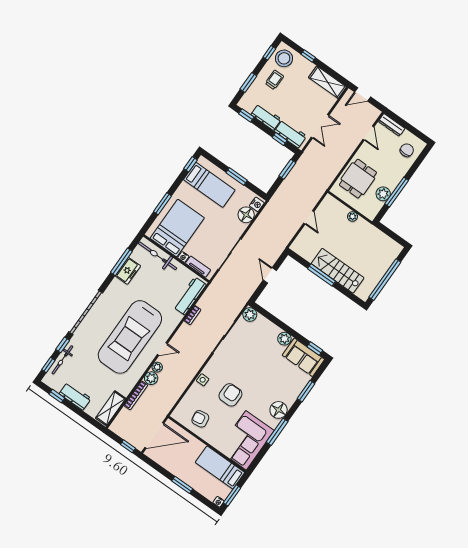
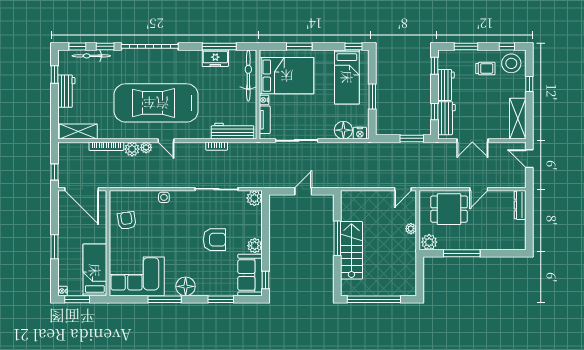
door: (368, 133) -> (479, 189), moved
chair: (407, 150) -> (507, 235), removed
plant: (383, 194) -> (429, 242), moved
door: (309, 217) -> (403, 189), moved
armchair: (230, 395) -> (214, 240), moved

